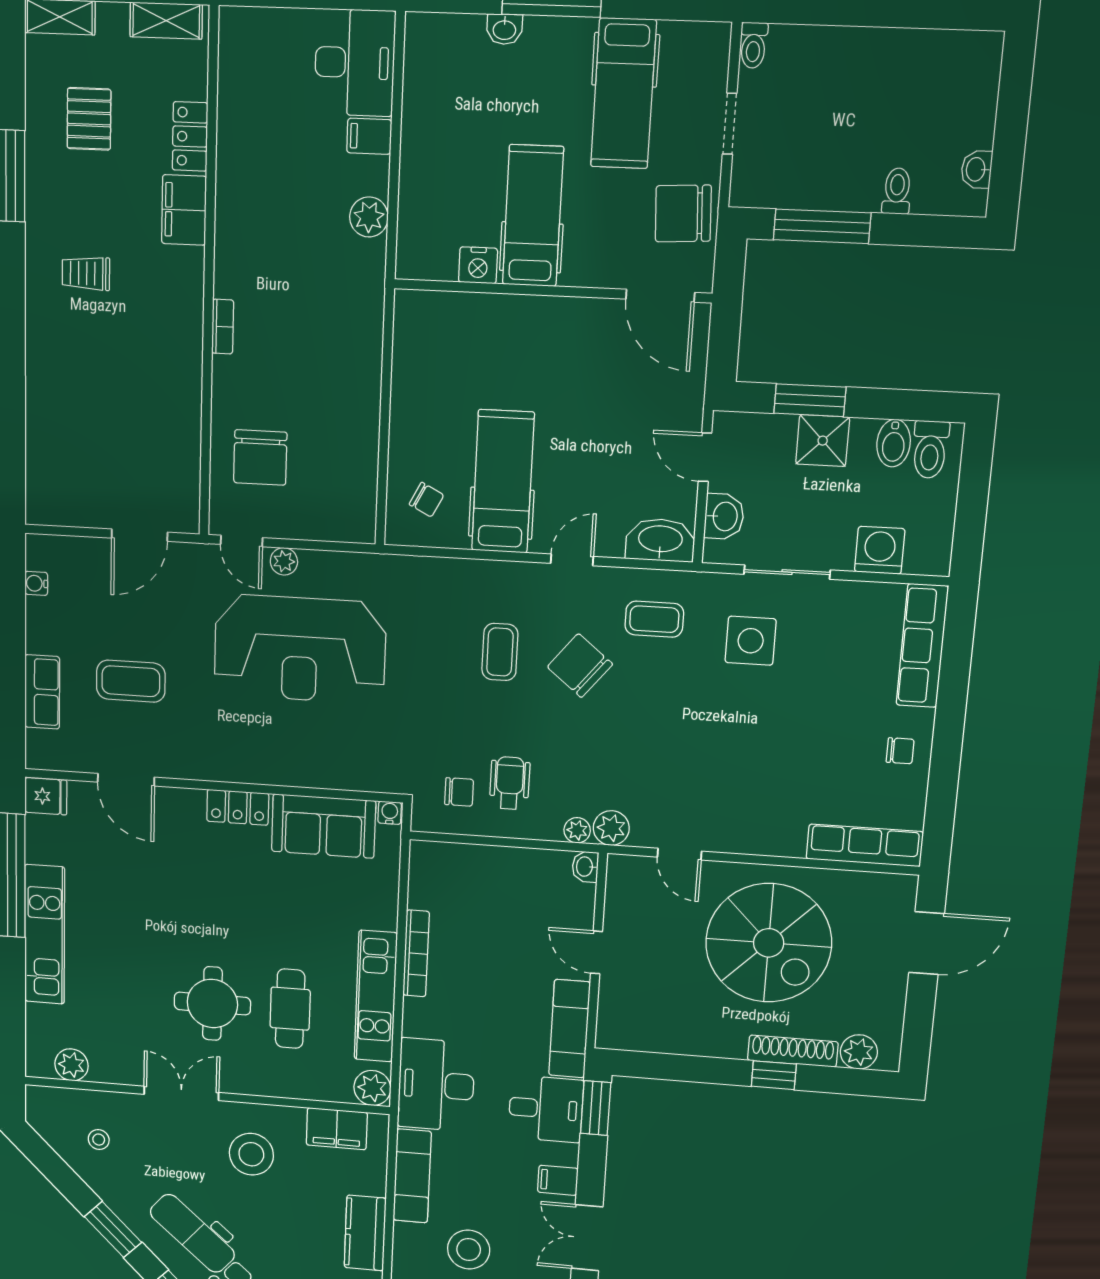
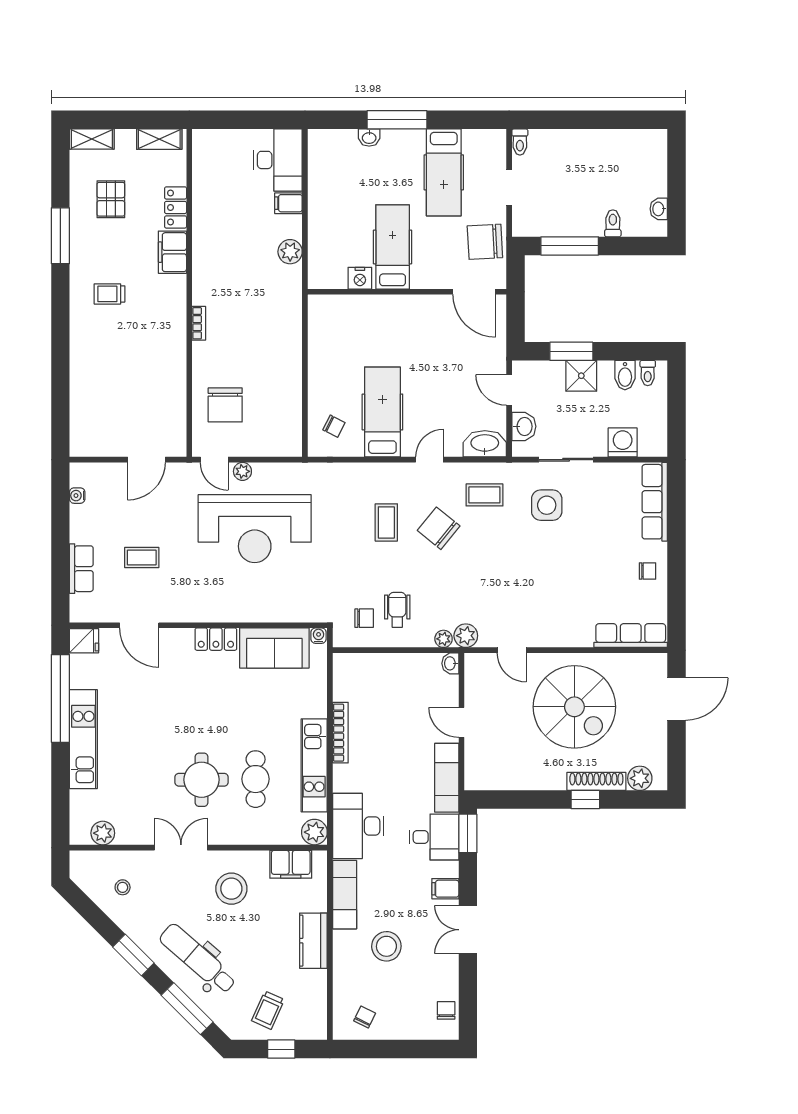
toilet: (930, 450) -> (648, 373), width x0.73, depth x0.72
coffee table: (131, 681) -> (142, 557), width x0.73, depth x0.77

